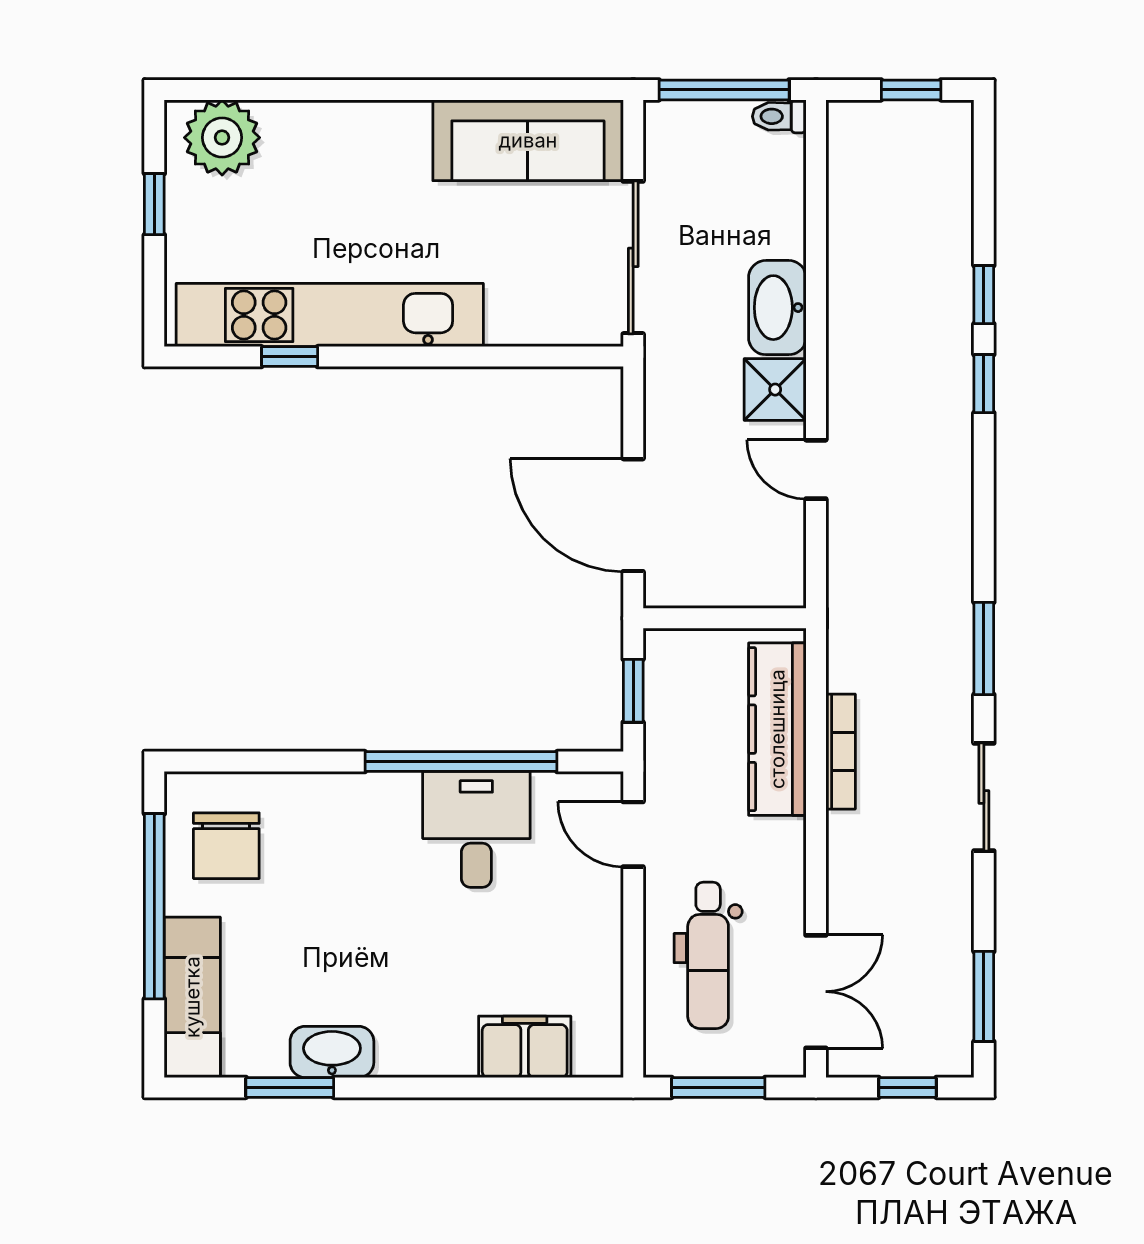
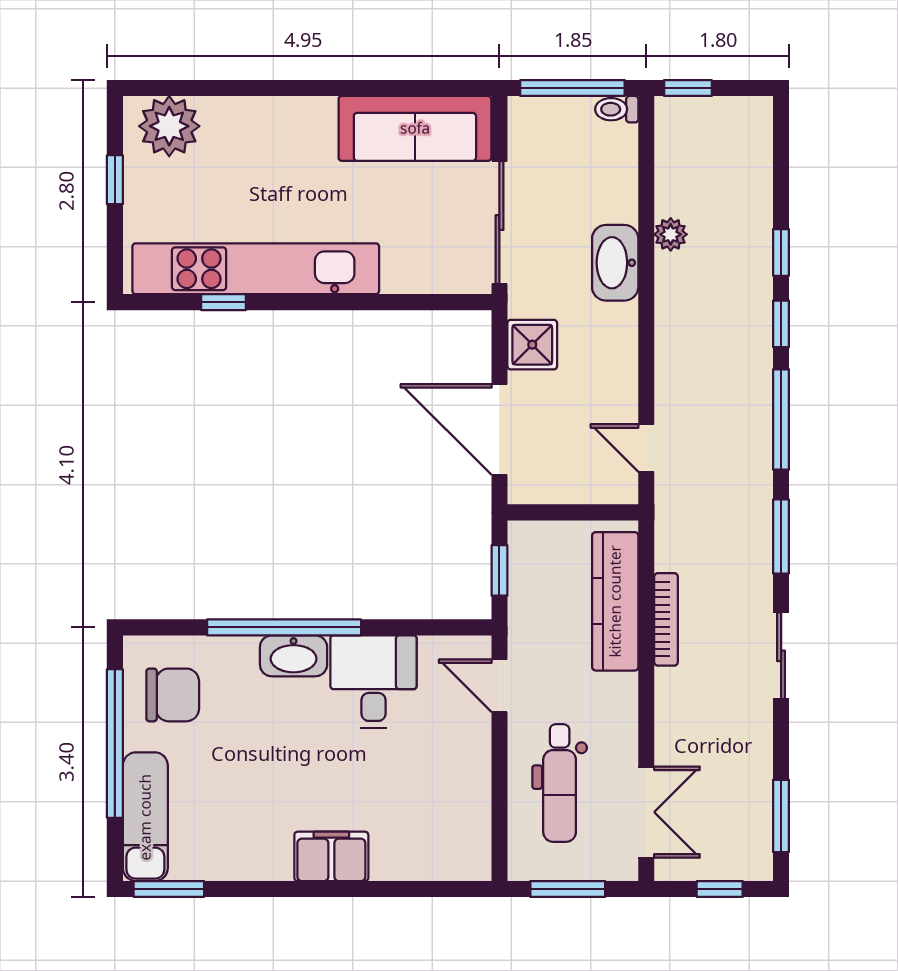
window: (911, 90) -> (688, 88), moved
plant: (846, 272) -> (671, 234), added
shower: (775, 390) -> (532, 345), moved
door: (816, 469) -> (646, 448), moved
window: (984, 503) -> (781, 420), added
window: (461, 762) -> (284, 627), moved
chair: (226, 846) -> (173, 695), turned -90
filing cabinet: (525, 1047) -> (331, 856), moved
washbasin: (332, 1052) -> (294, 656), moved, turned 180
window: (290, 1087) -> (169, 889), moved

